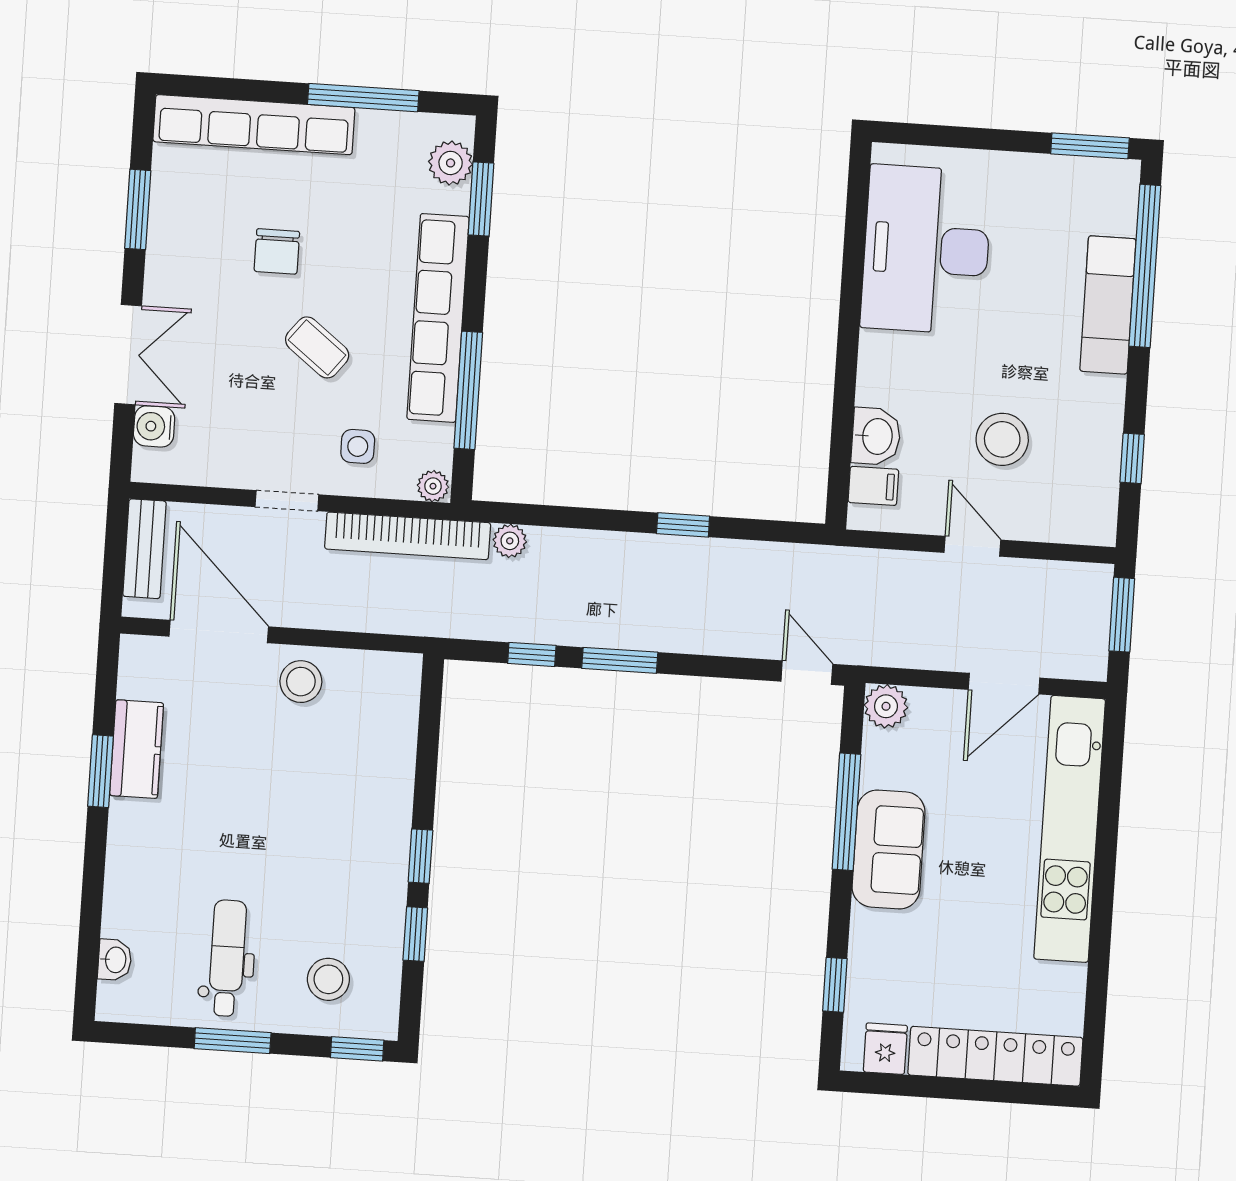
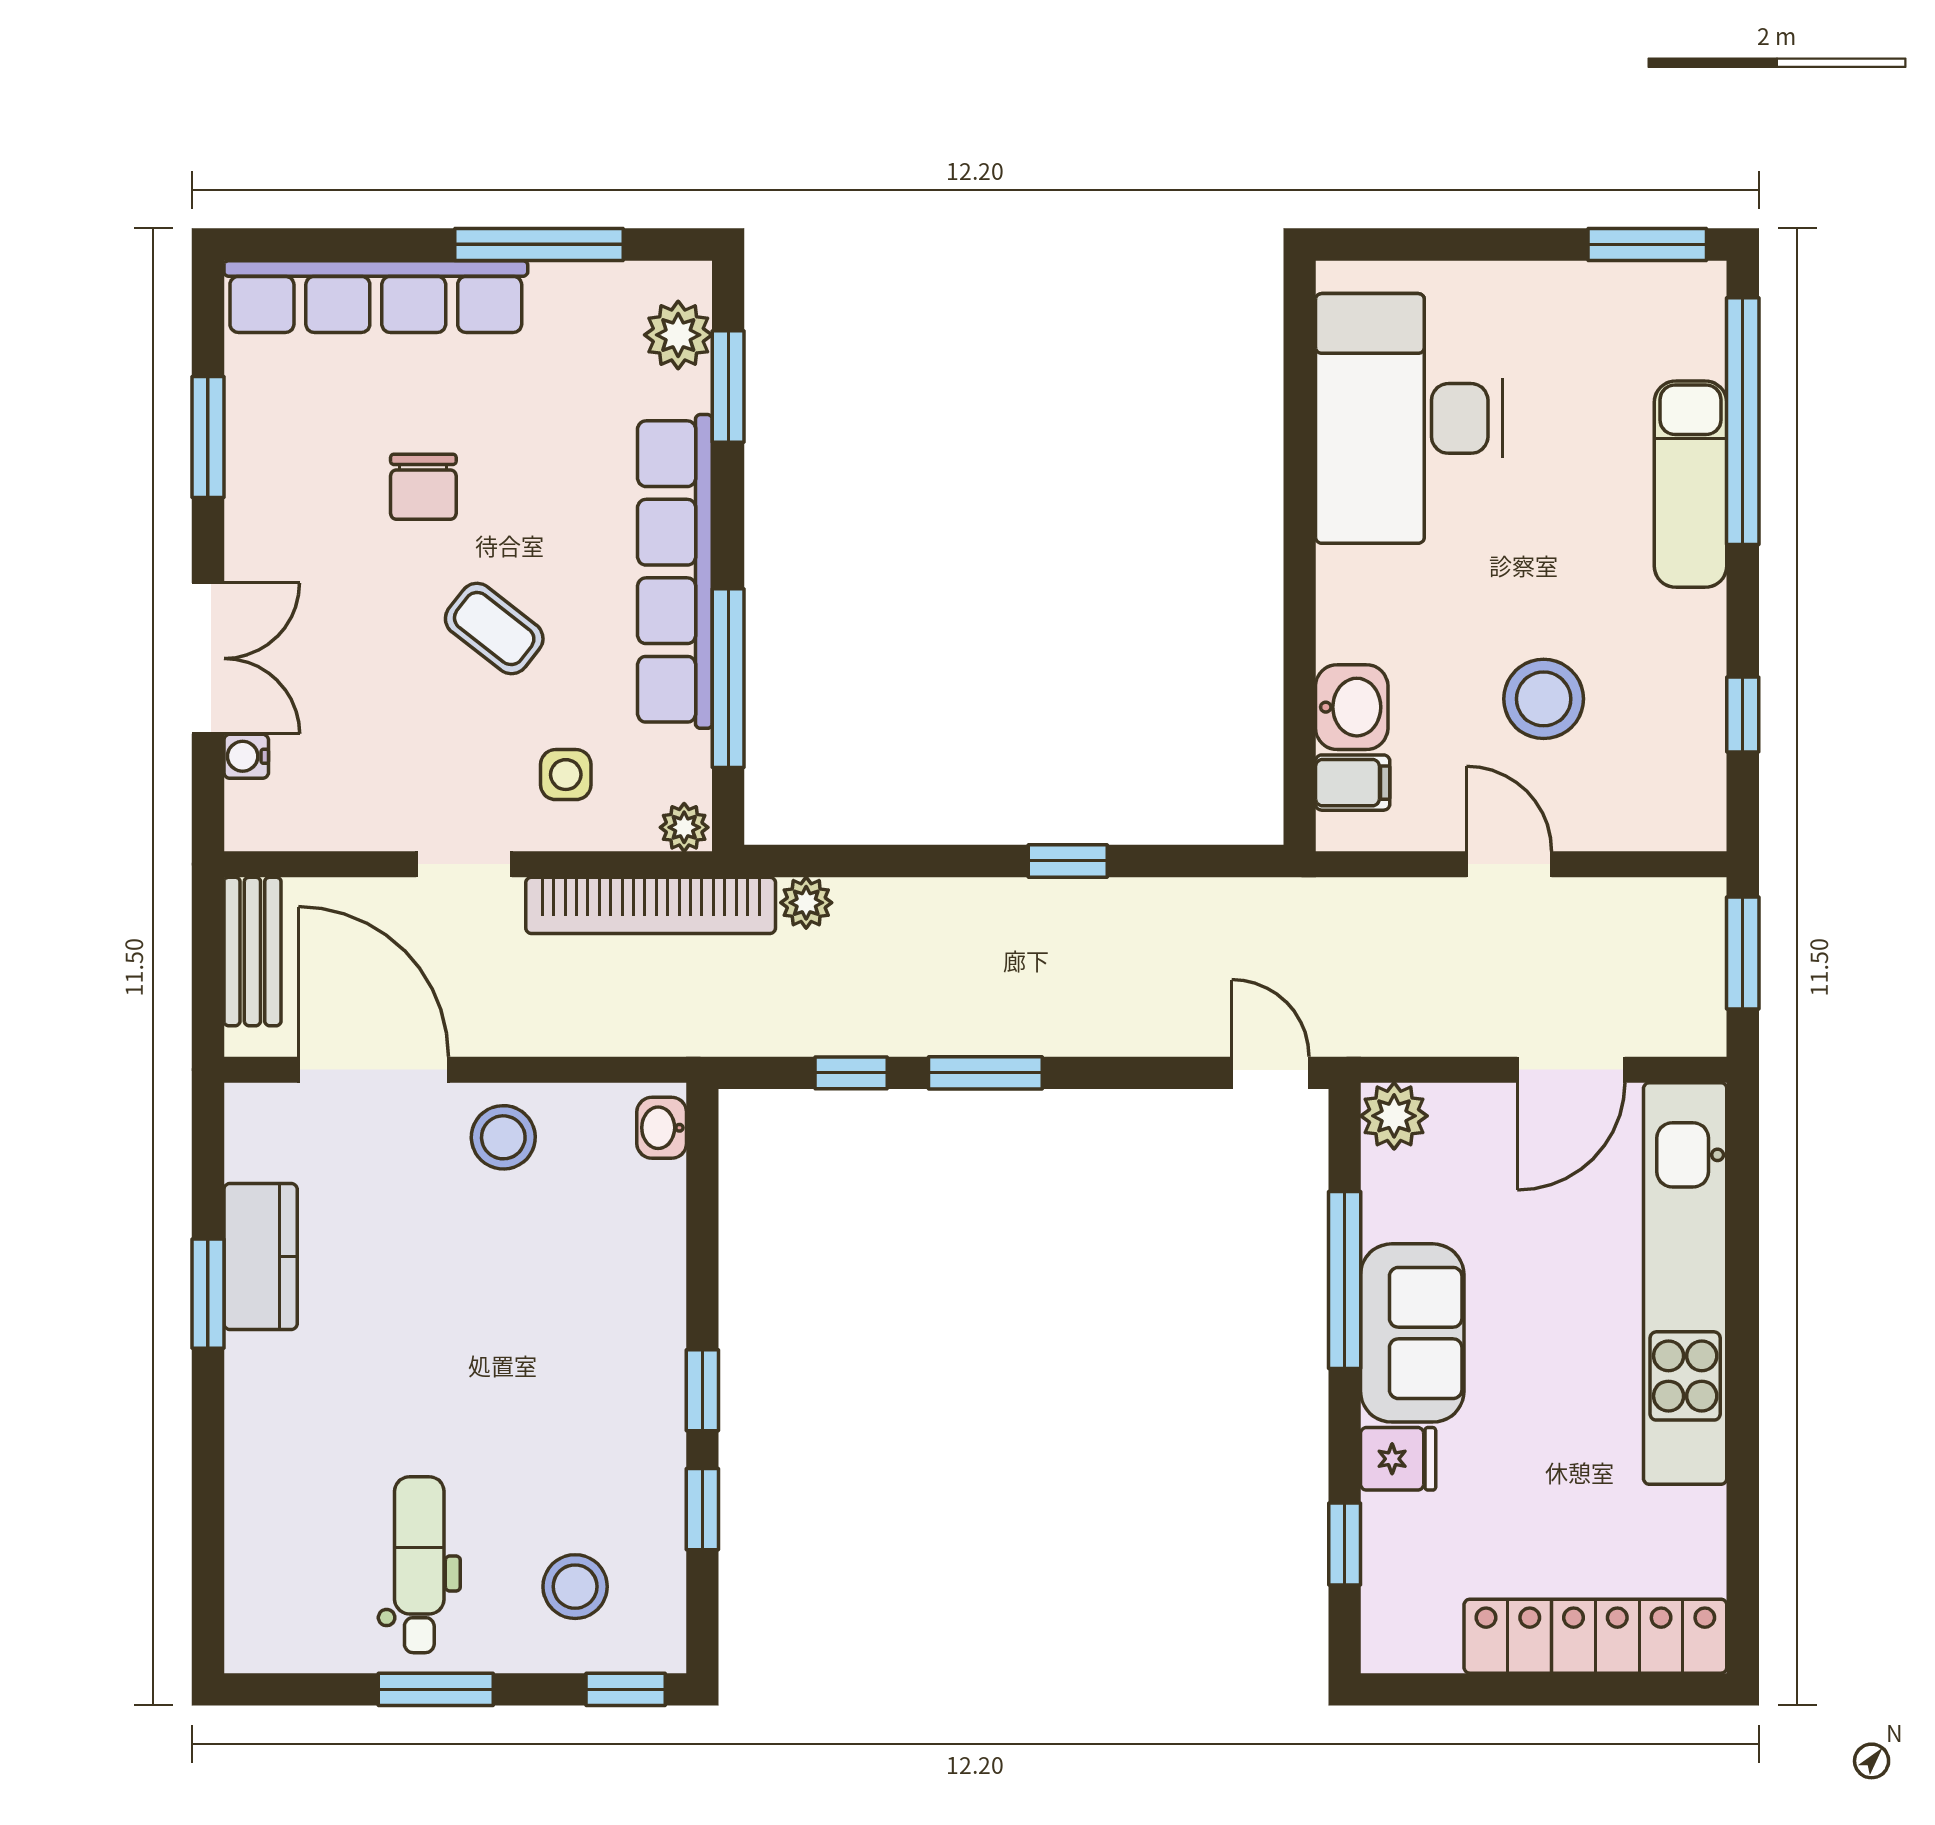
water cooler: (154, 426) -> (246, 756), width x0.72, depth x0.72
washbasin: (115, 960) -> (662, 1128), moved, turned 180
fridge: (885, 1049) -> (1398, 1459), moved, turned 90

